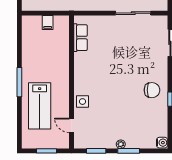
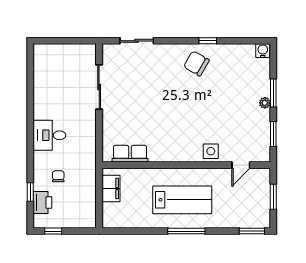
filing cabinet: (48, 23) -> (111, 189), width x2.00
chair: (152, 90) -> (196, 63), turned -60
lab bench: (40, 106) -> (182, 200), moved
window: (19, 134) -> (252, 231), added

